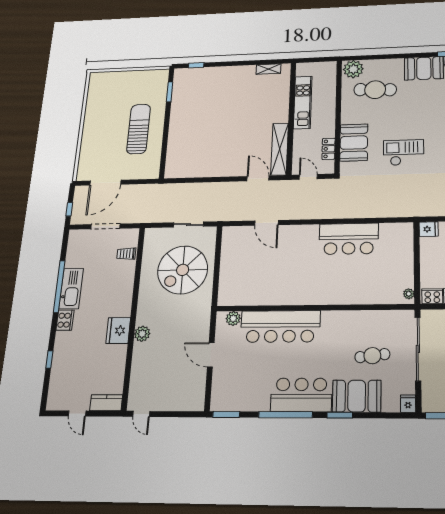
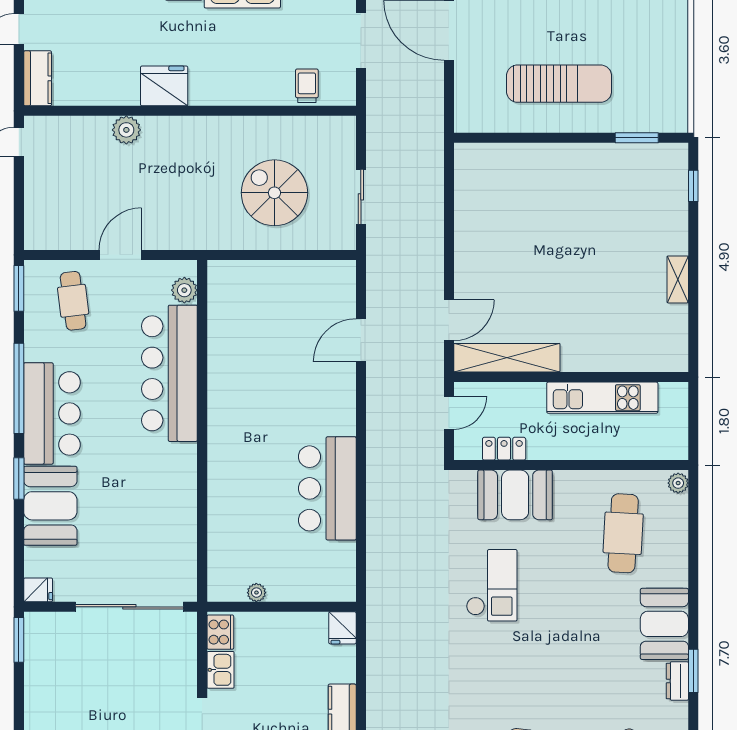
shelving: (268, 69) -> (678, 279), moved
plant: (353, 69) -> (678, 483), width x0.53, depth x0.53
spiral stairs: (183, 270) -> (274, 193), width x0.73, depth x0.73
plant: (409, 294) -> (256, 593), moved
plant: (142, 334) -> (126, 130), moved
cafe table: (372, 356) -> (73, 301), moved

